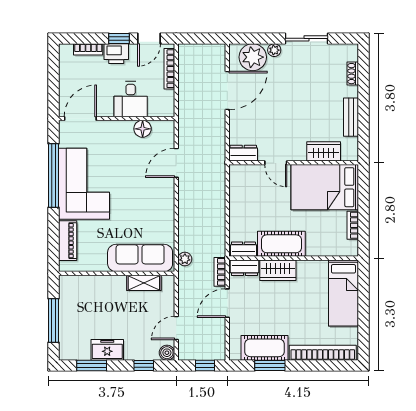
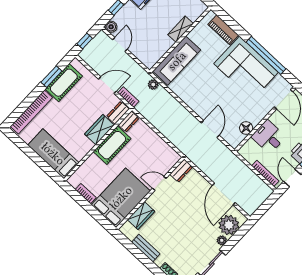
shelving: (144, 283) -> (181, 29), moved
door: (227, 303) -> (107, 85), hinge flipped

